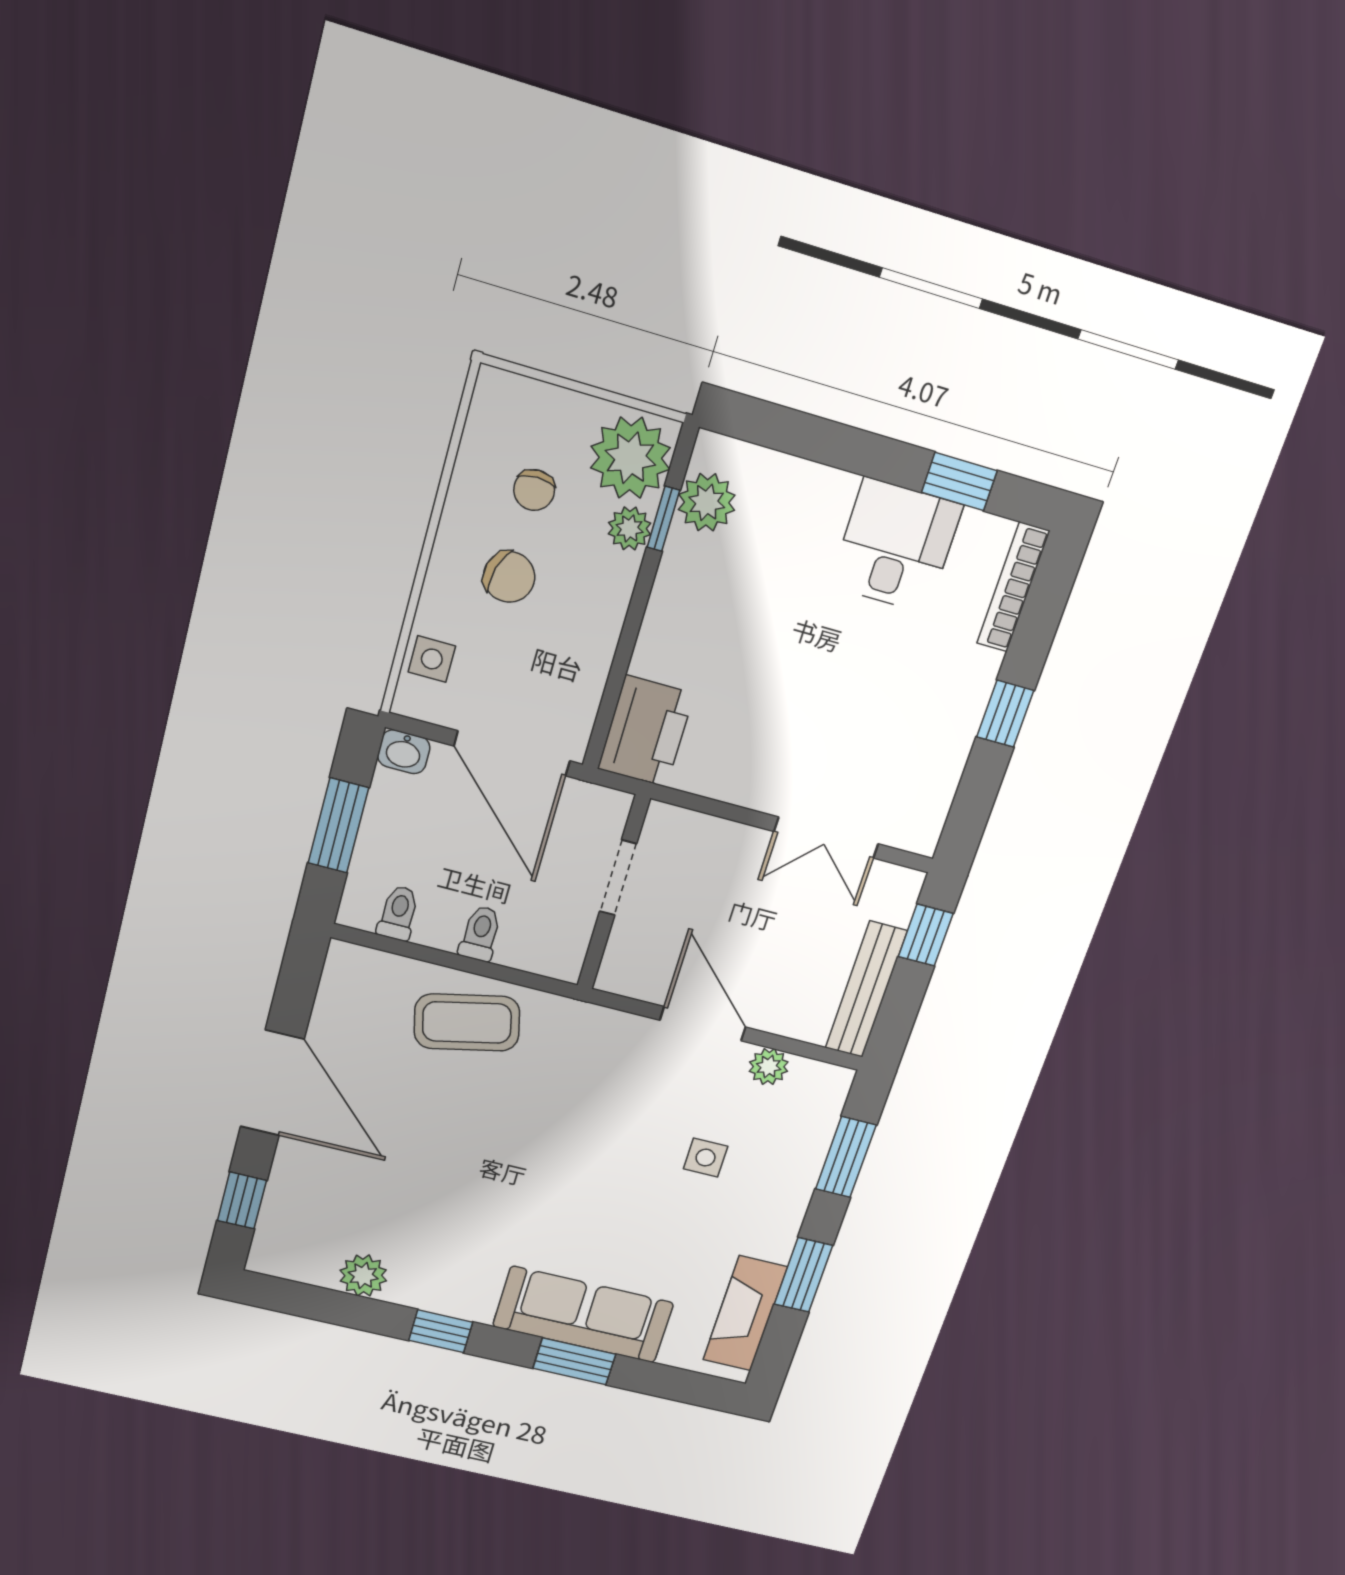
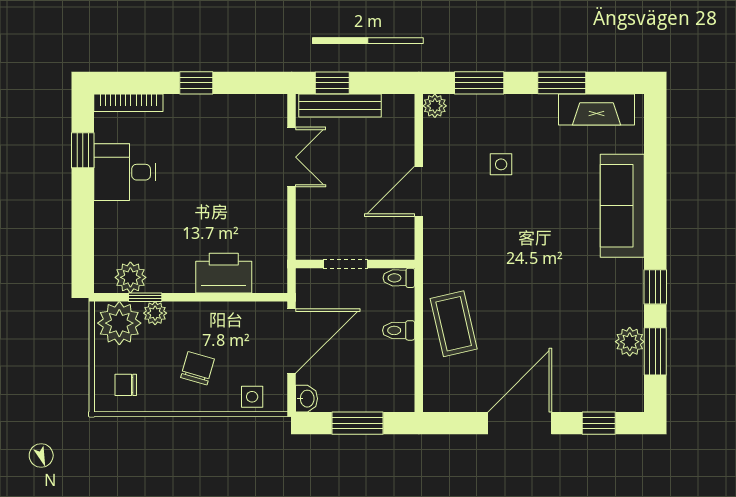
chair: (534, 490) -> (126, 385), moved, turned 180
printer: (646, 731) -> (224, 273), moved
toilet: (398, 913) -> (399, 278), moved
bench: (866, 990) -> (340, 105), moved
plant: (769, 1067) -> (435, 106), moved
window: (574, 1361) -> (655, 351), moved

